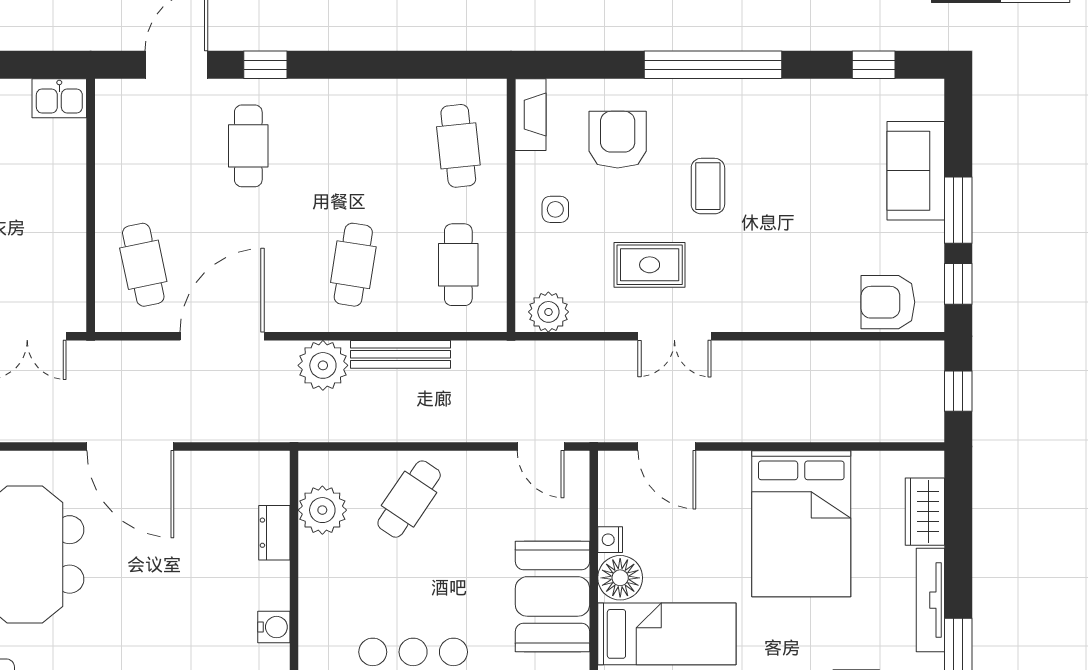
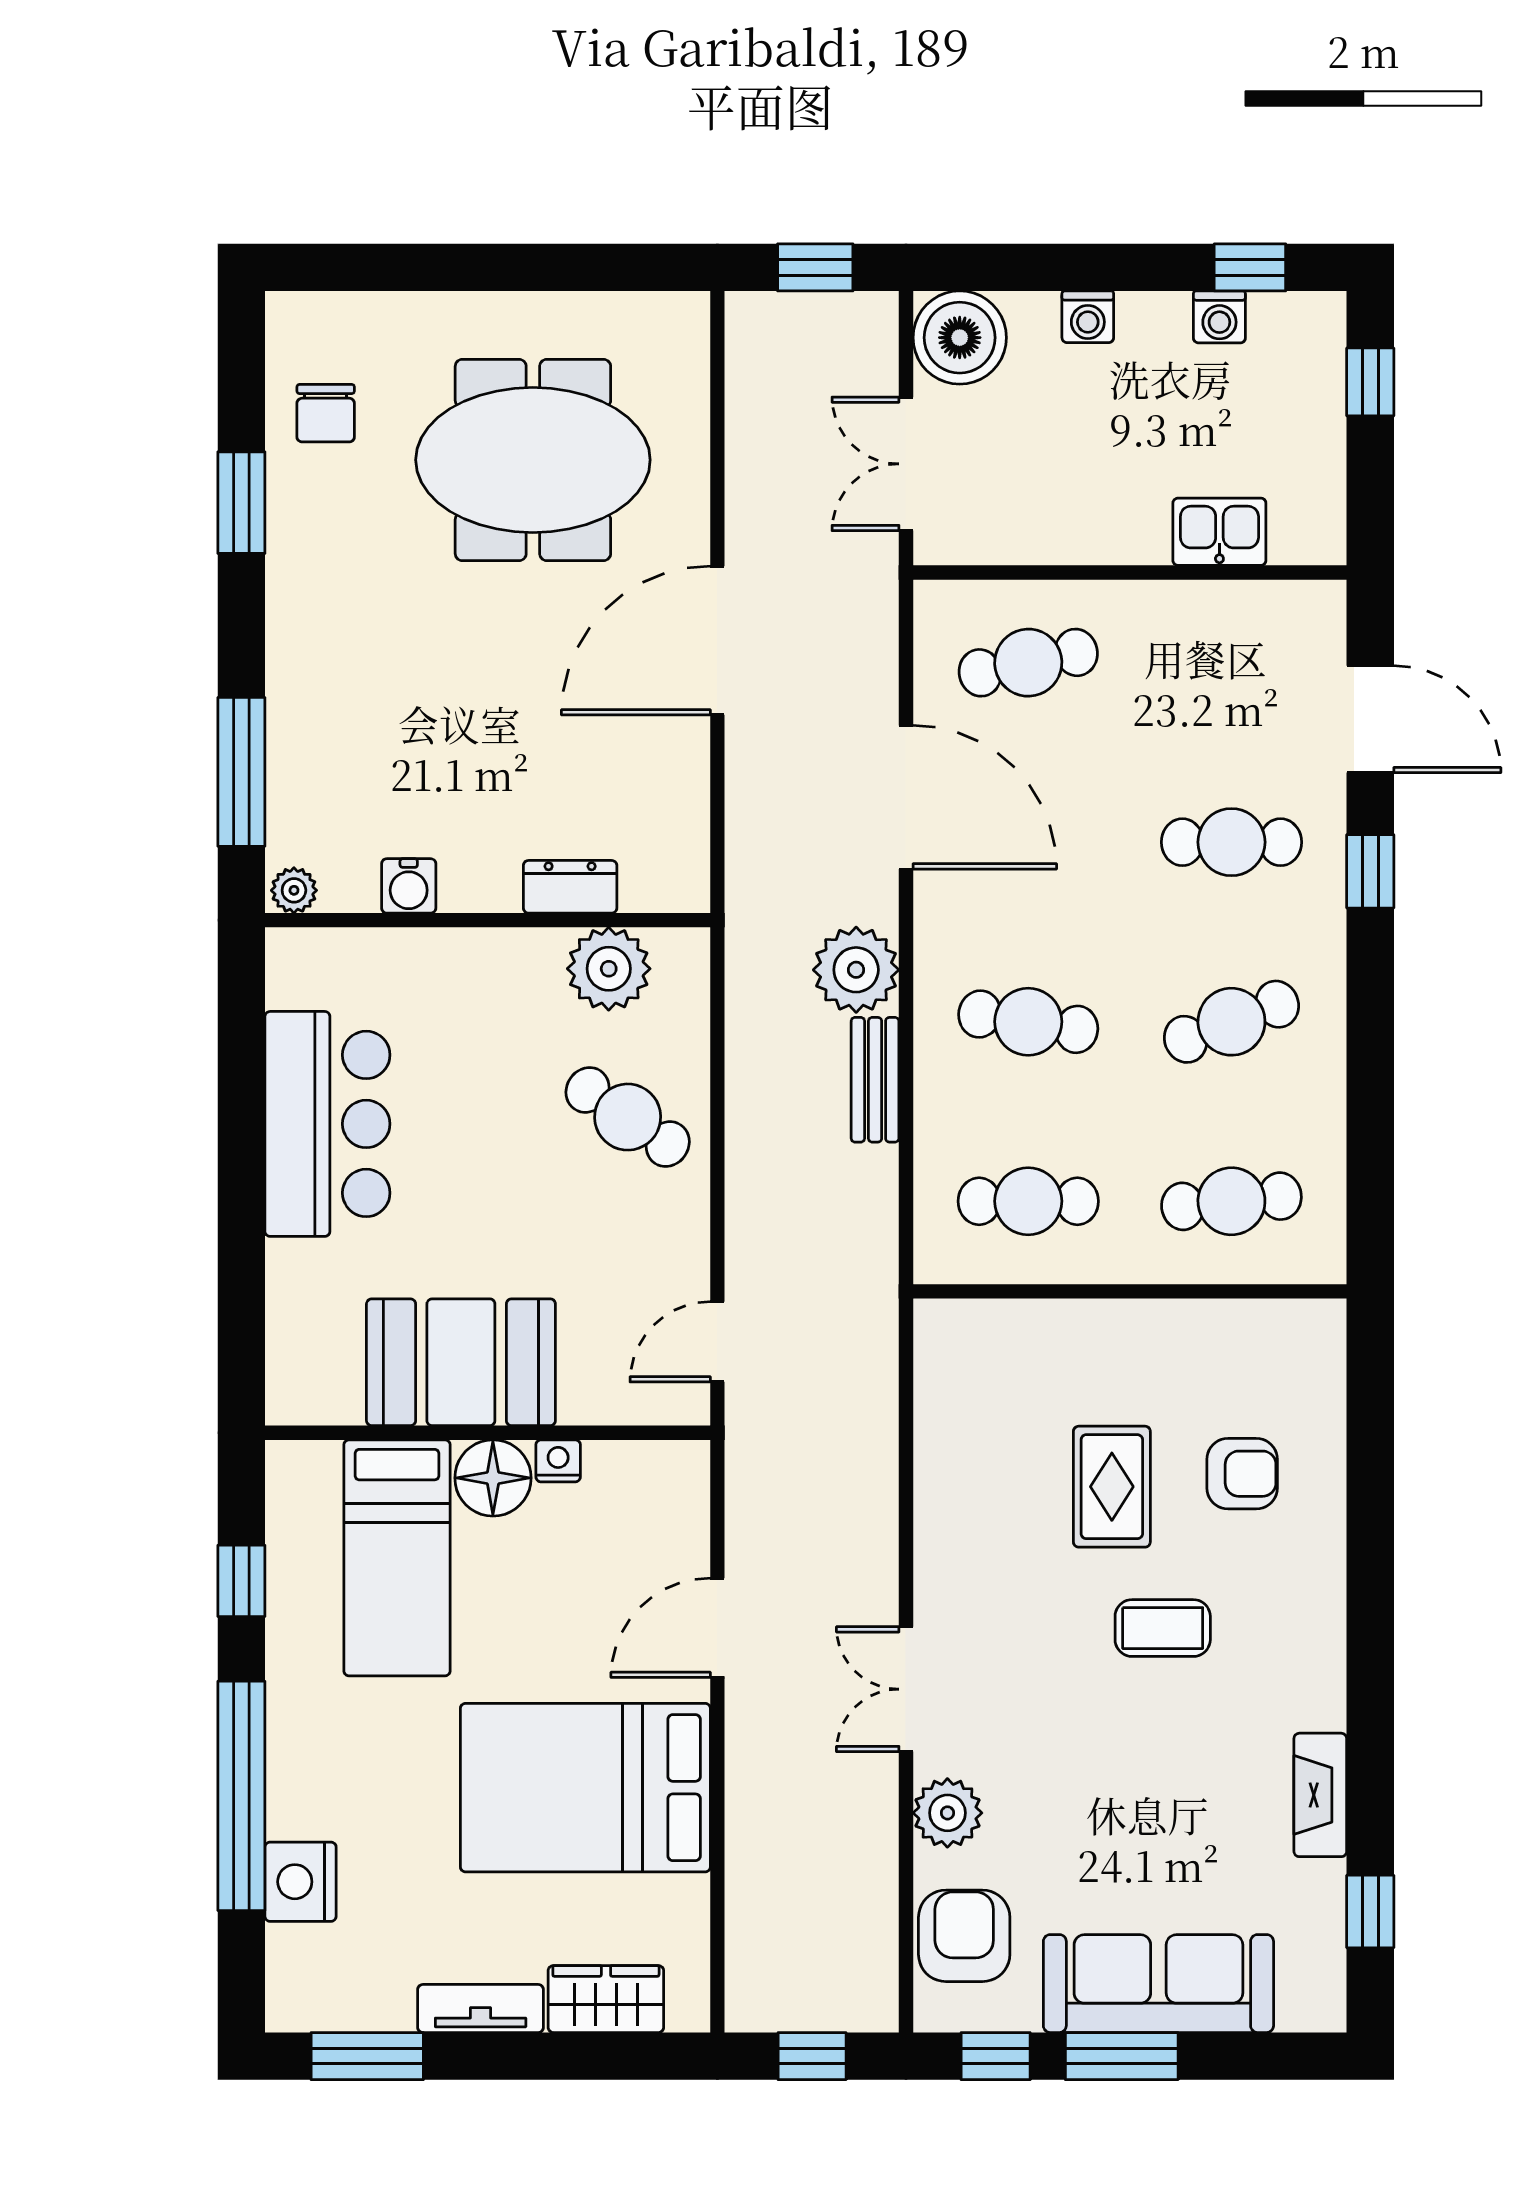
window: (713, 65) -> (1370, 1637), removed
kitchen sink: (59, 98) -> (1219, 532), moved, turned 90
fireplace: (531, 115) -> (1320, 1795), moved, turned 90
armchair: (618, 140) -> (1242, 1474), width x0.72, depth x0.72
cafe table: (353, 146) -> (1231, 1022), added
sofa: (916, 171) -> (1158, 1984), width x1.36
side table: (555, 209) -> (1123, 1367), removed
rug: (650, 265) -> (1112, 1487), moved
plant: (548, 312) -> (947, 1813), moved
double door: (674, 336) -> (906, 1689), moved
bench: (401, 354) -> (875, 1080), width x0.73
door: (667, 447) -> (717, 1628), moved
tv unit: (930, 600) -> (481, 2009), width x0.71

